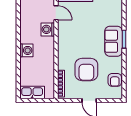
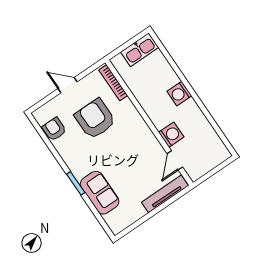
door: (56, 13) -> (175, 160), hinge flipped
sofa: (114, 41) -> (100, 193), moved

